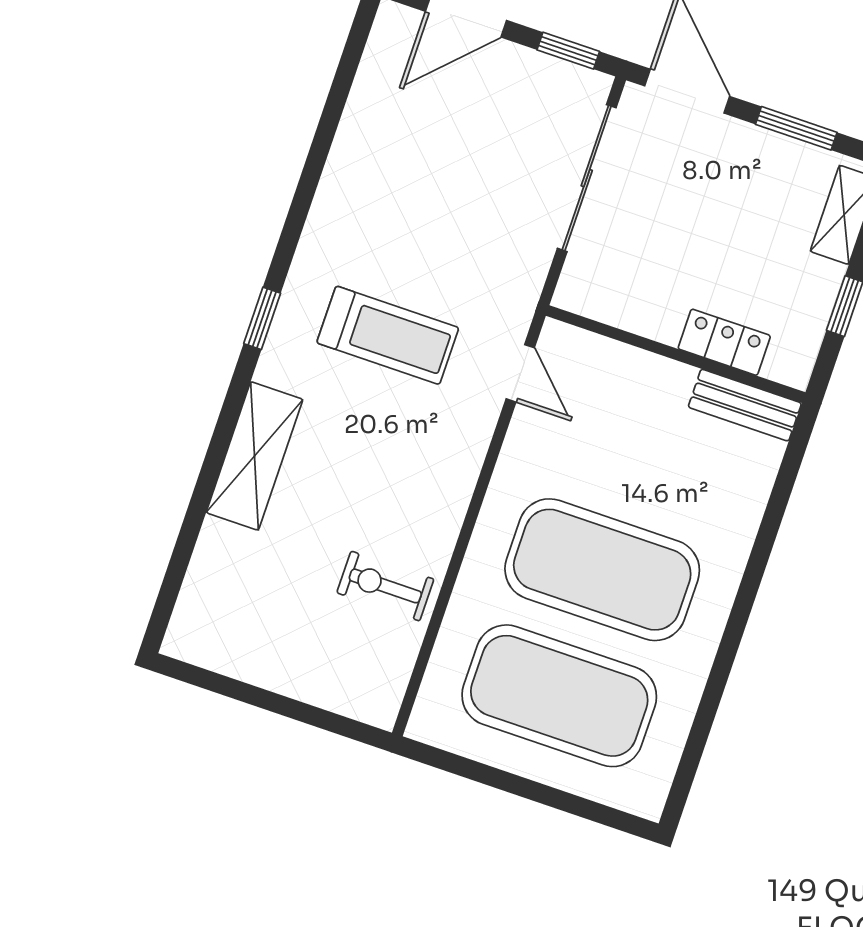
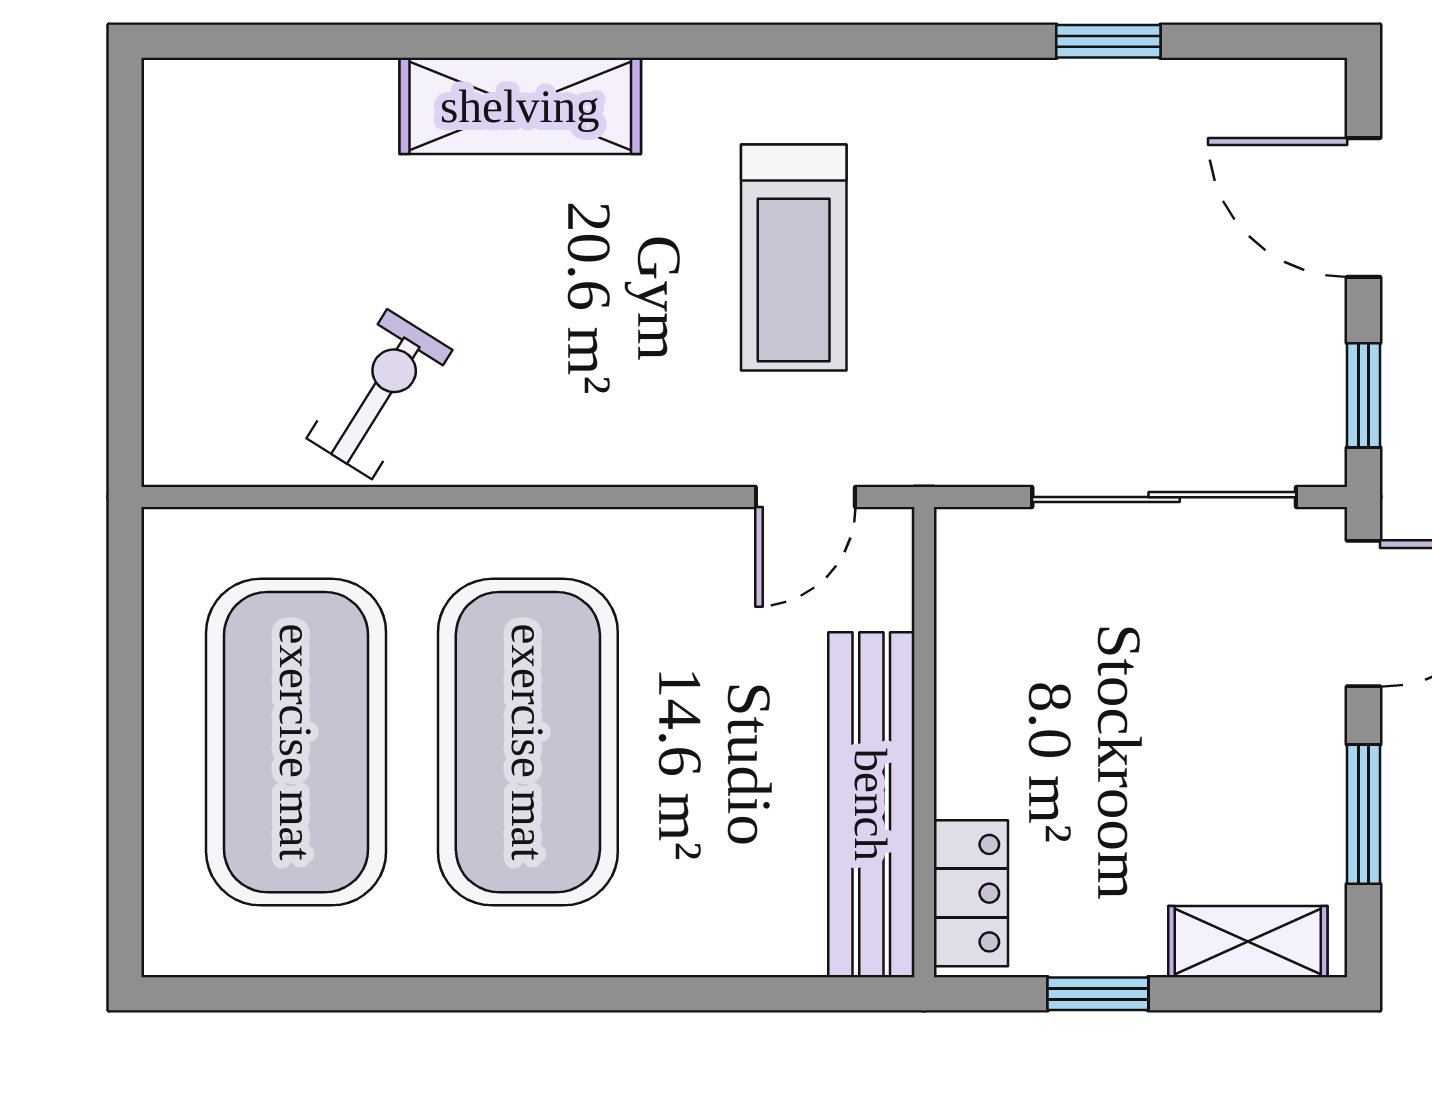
window: (262, 318) -> (1108, 41), moved
locker: (724, 342) -> (971, 893), moved
bench: (745, 405) -> (871, 805), width x1.86, depth x1.21
exercise bike: (385, 586) -> (380, 394), turned 32

